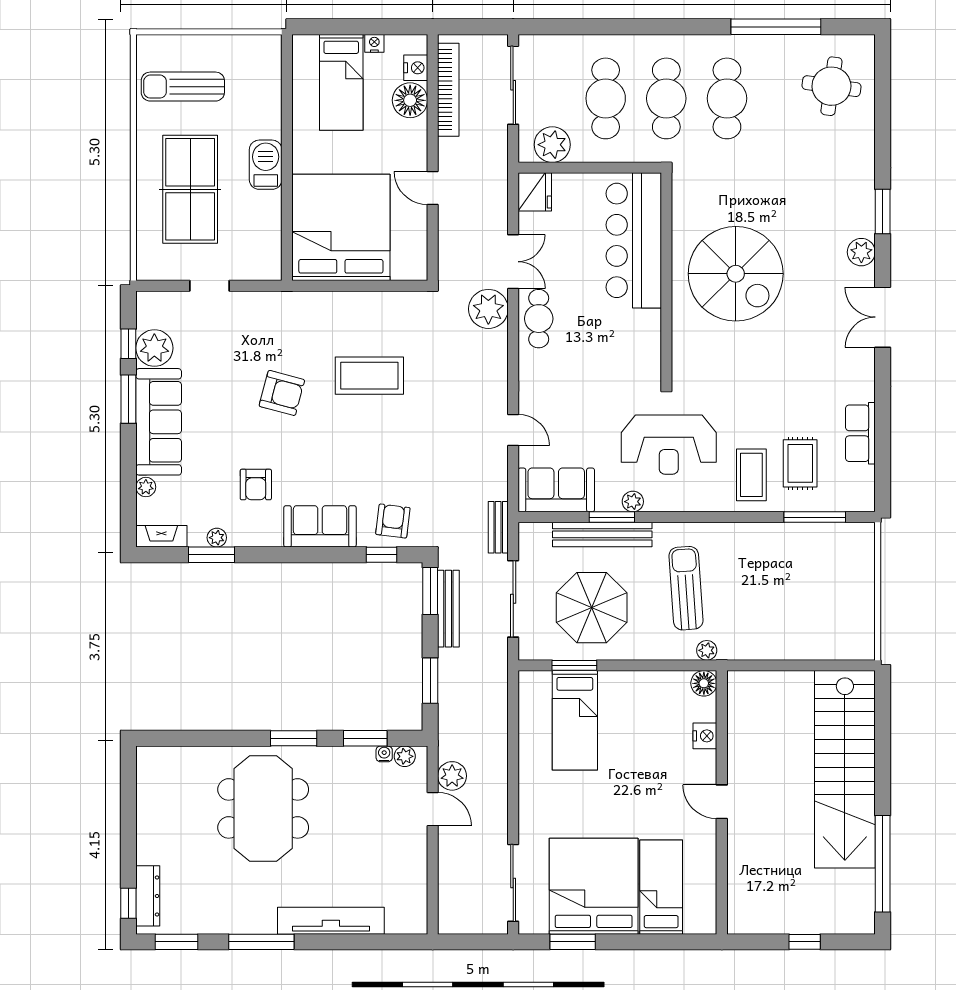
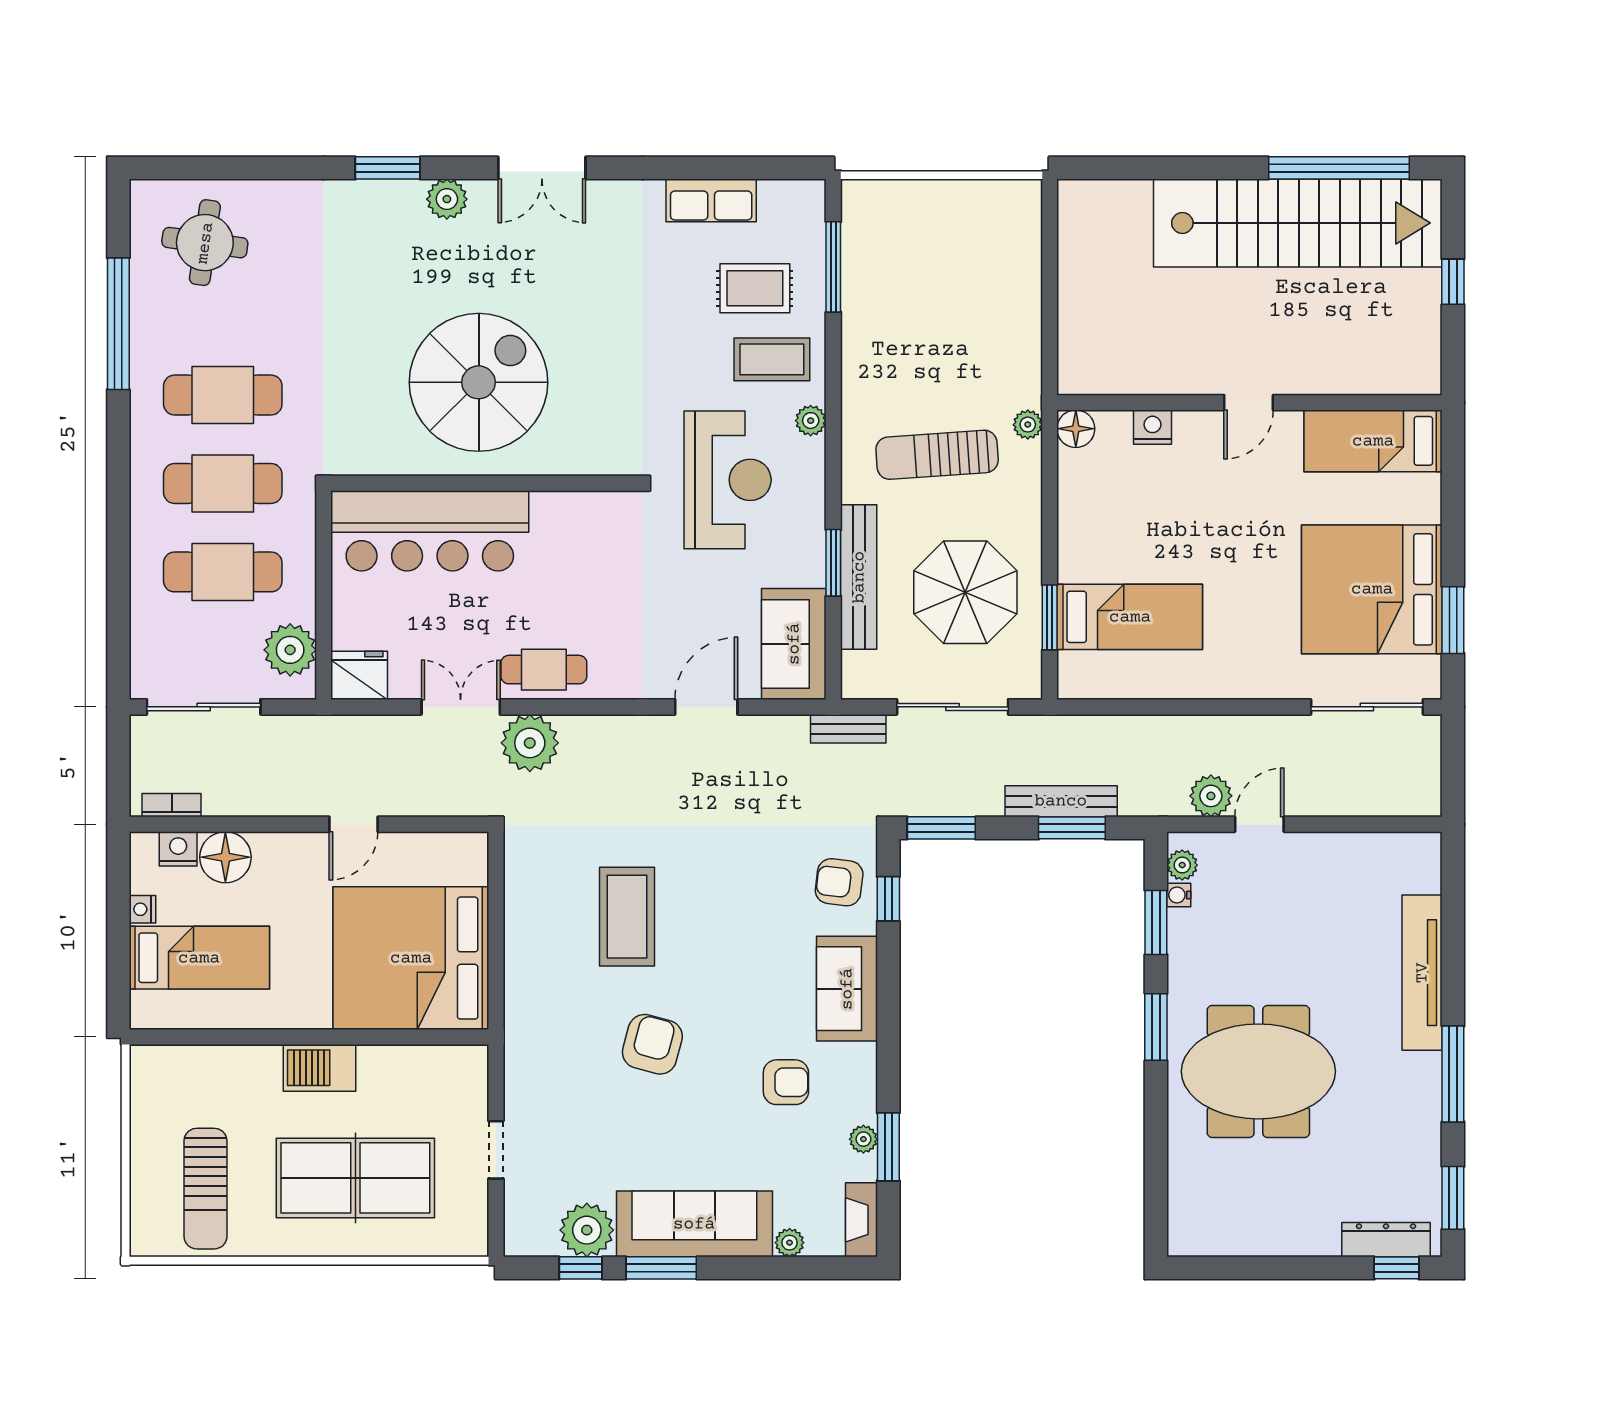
bookcase: (448, 90) -> (172, 805), width x0.43, depth x0.76
door: (513, 430) -> (706, 707), width x1.38
plant: (633, 502) -> (811, 421), moved
bench: (448, 609) -> (1061, 801), moved
stairs: (845, 769) -> (1298, 223), moved
bed: (661, 887) -> (1373, 441), moved

